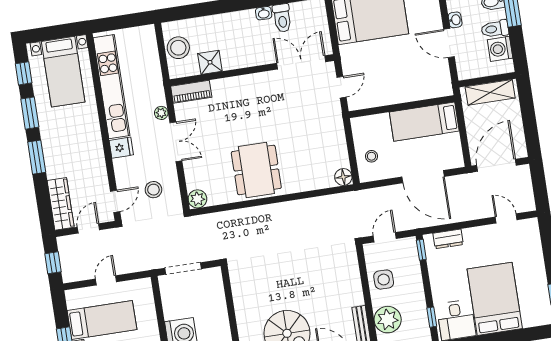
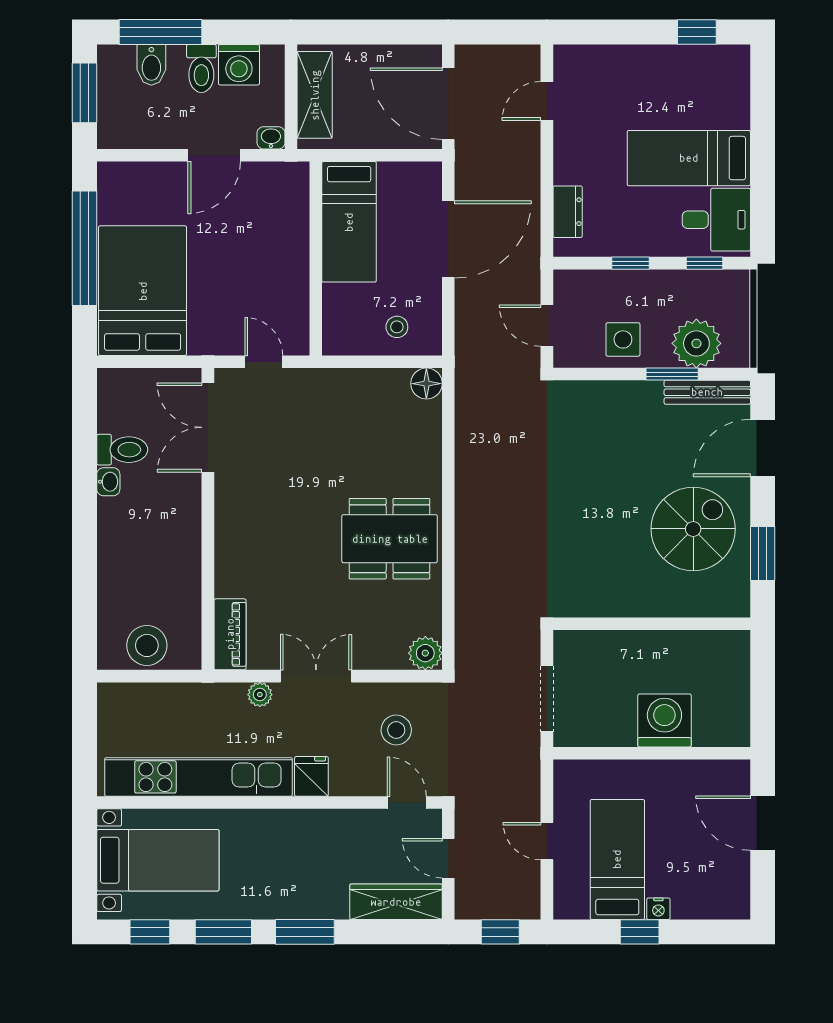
washbasin: (455, 20) -> (271, 138), moved
shower: (210, 62) -> (182, 592), removed
window: (421, 250) -> (631, 263), moved
bed: (495, 299) -> (689, 158), width x0.67
window: (369, 309) -> (672, 374), added

